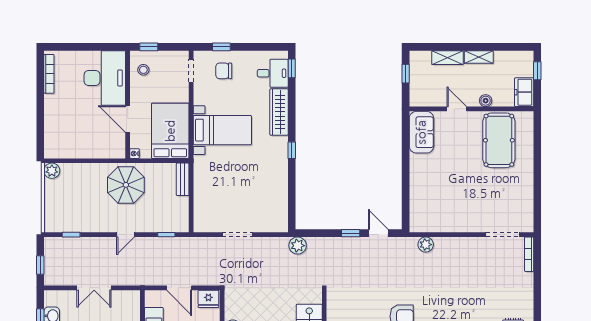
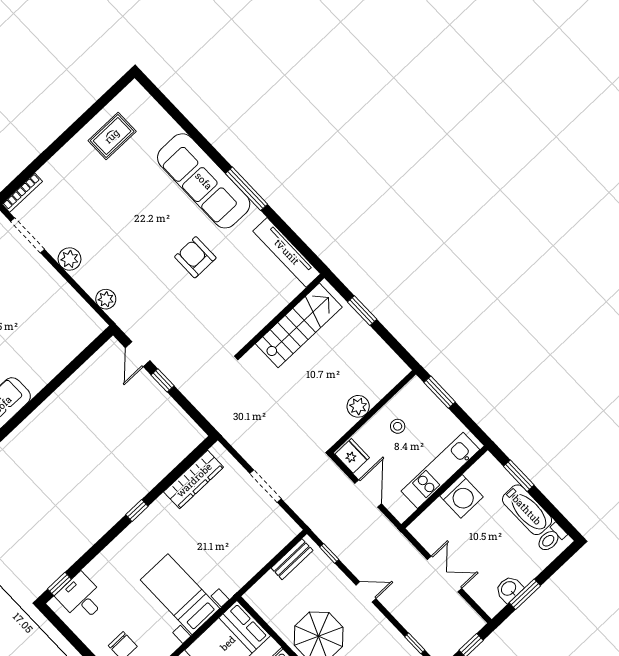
wardrobe: (279, 112) -> (194, 480), moved
bench: (183, 179) -> (292, 559), moved
plant: (298, 246) -> (70, 259), moved

